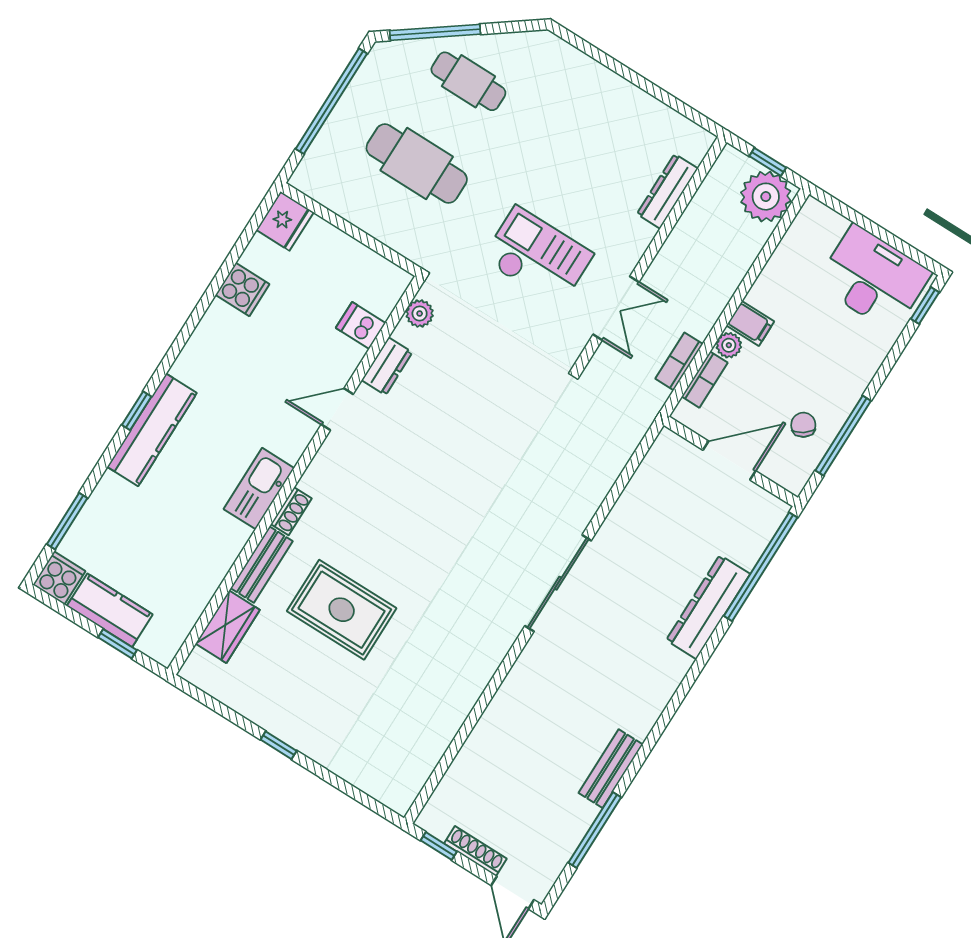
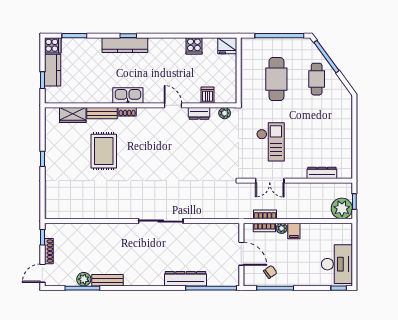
plant: (578, 816) -> (84, 279), added

